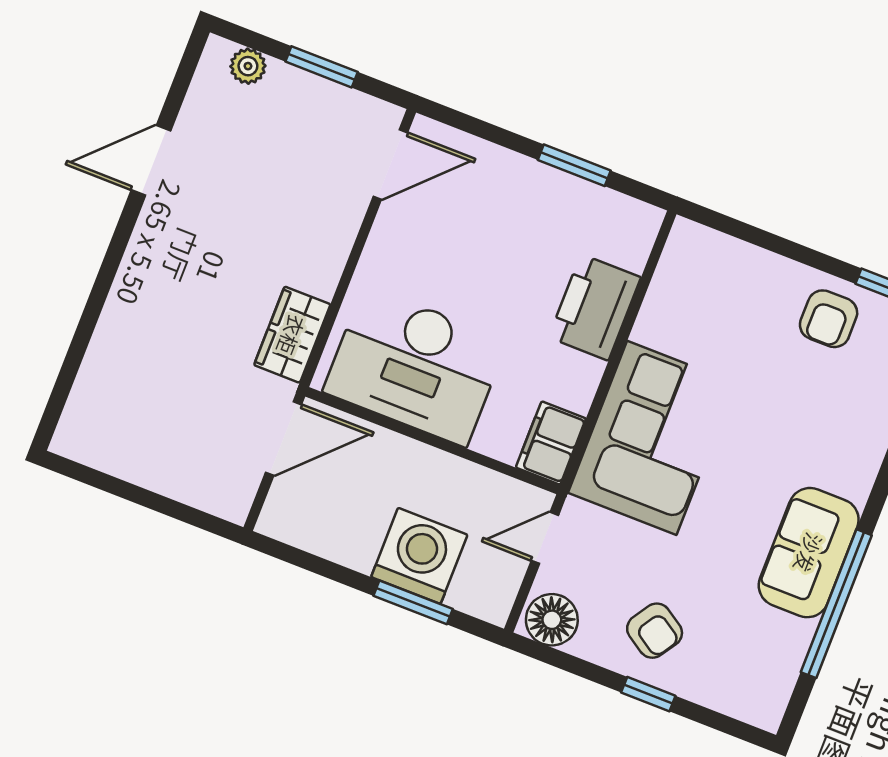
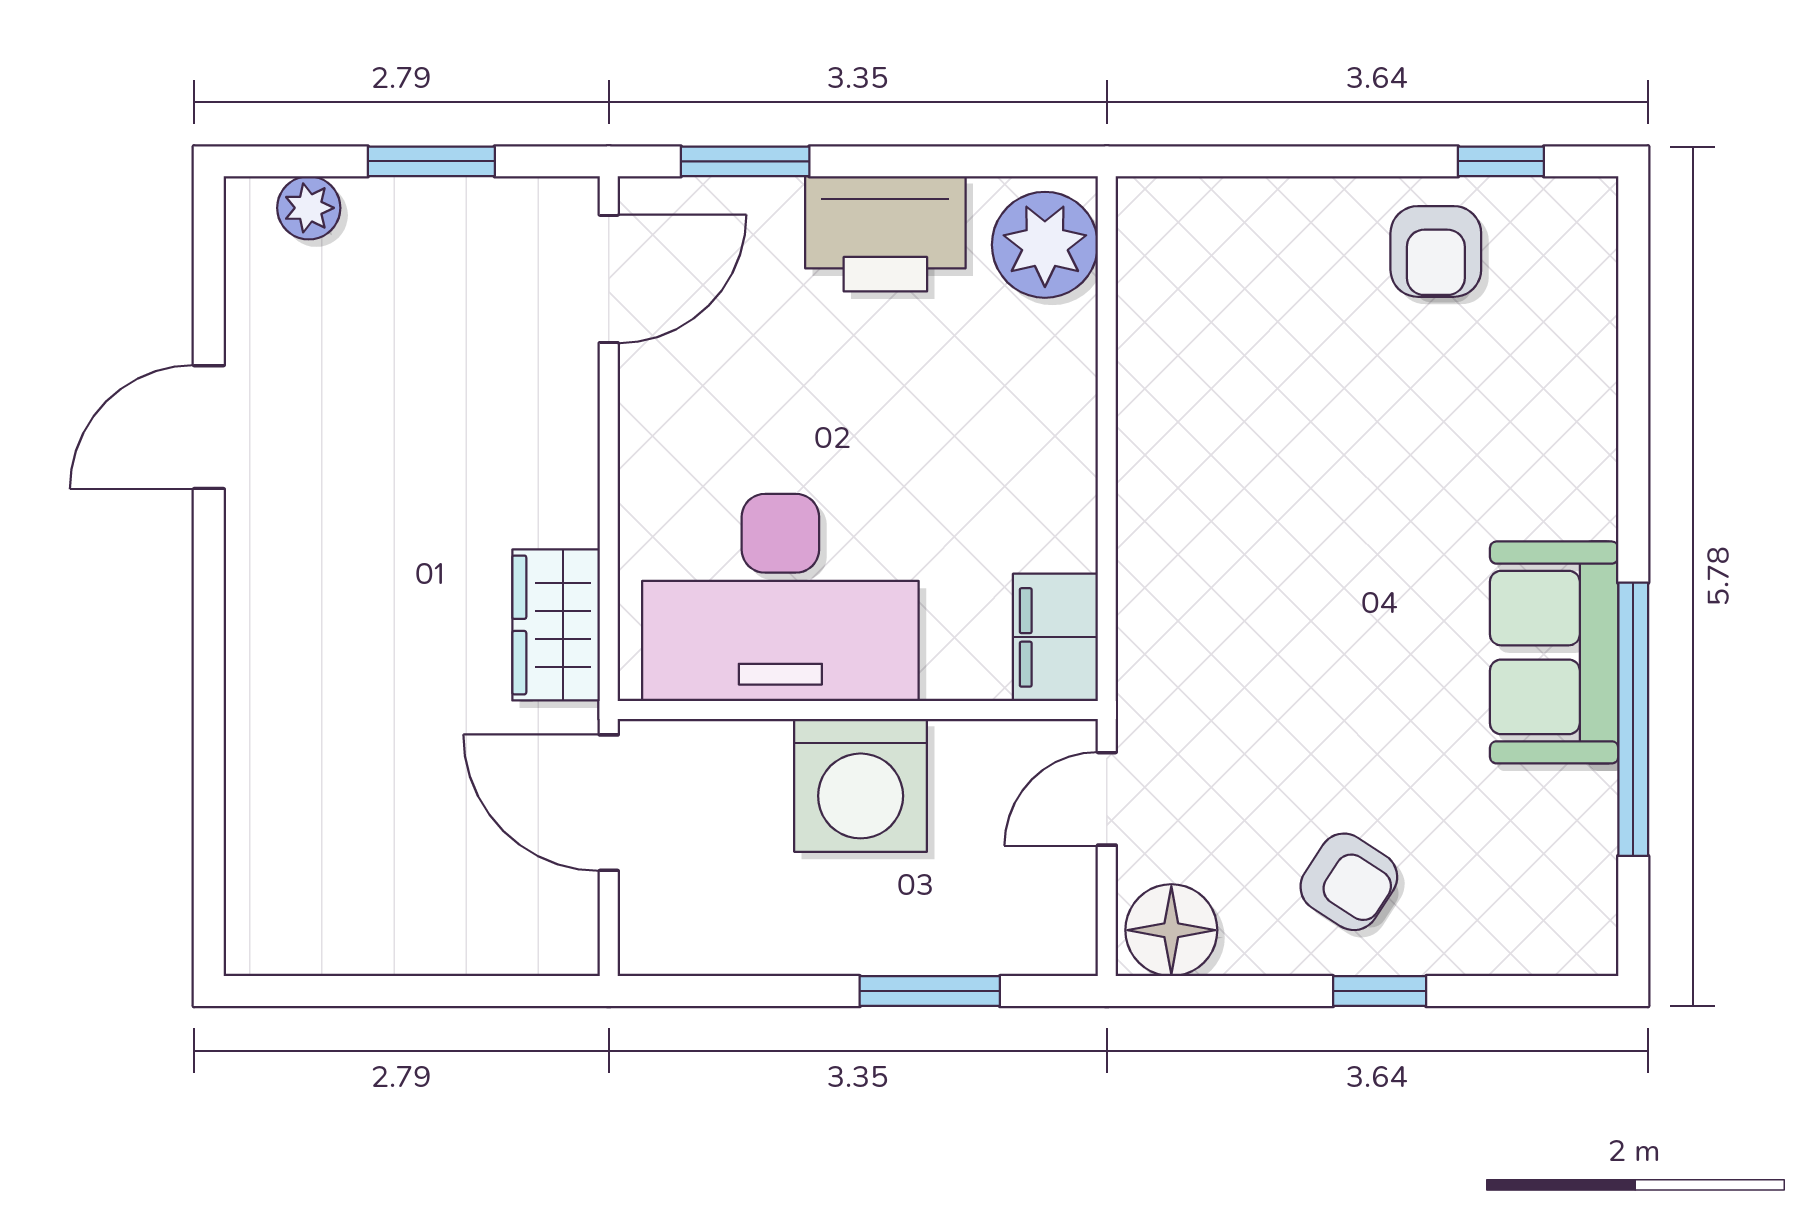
window: (574, 165) -> (745, 161), moved
plant: (625, 236) -> (1045, 245), added
printer: (595, 307) -> (885, 234), moved, turned -90
door: (284, 438) -> (609, 803), swing flipped
corner sofa: (652, 438) -> (1220, 564), removed
washing machine: (419, 556) -> (861, 785), moved, turned 180

